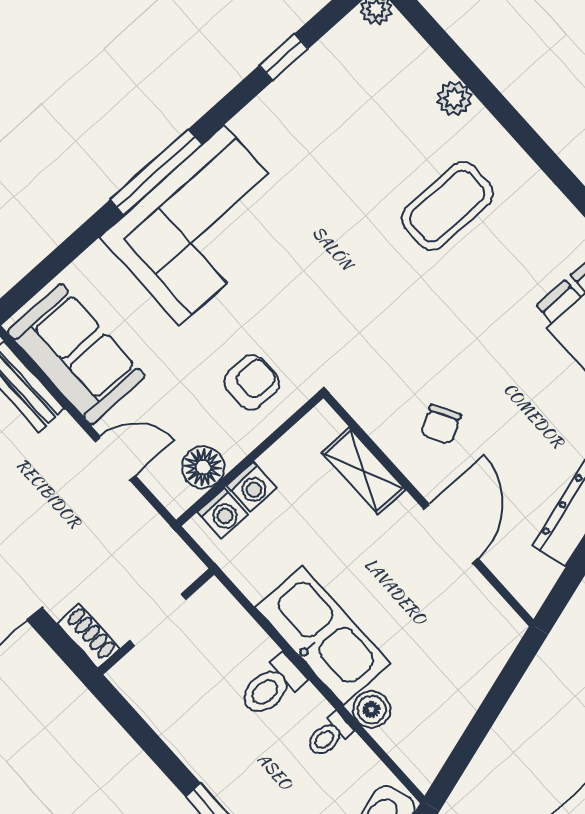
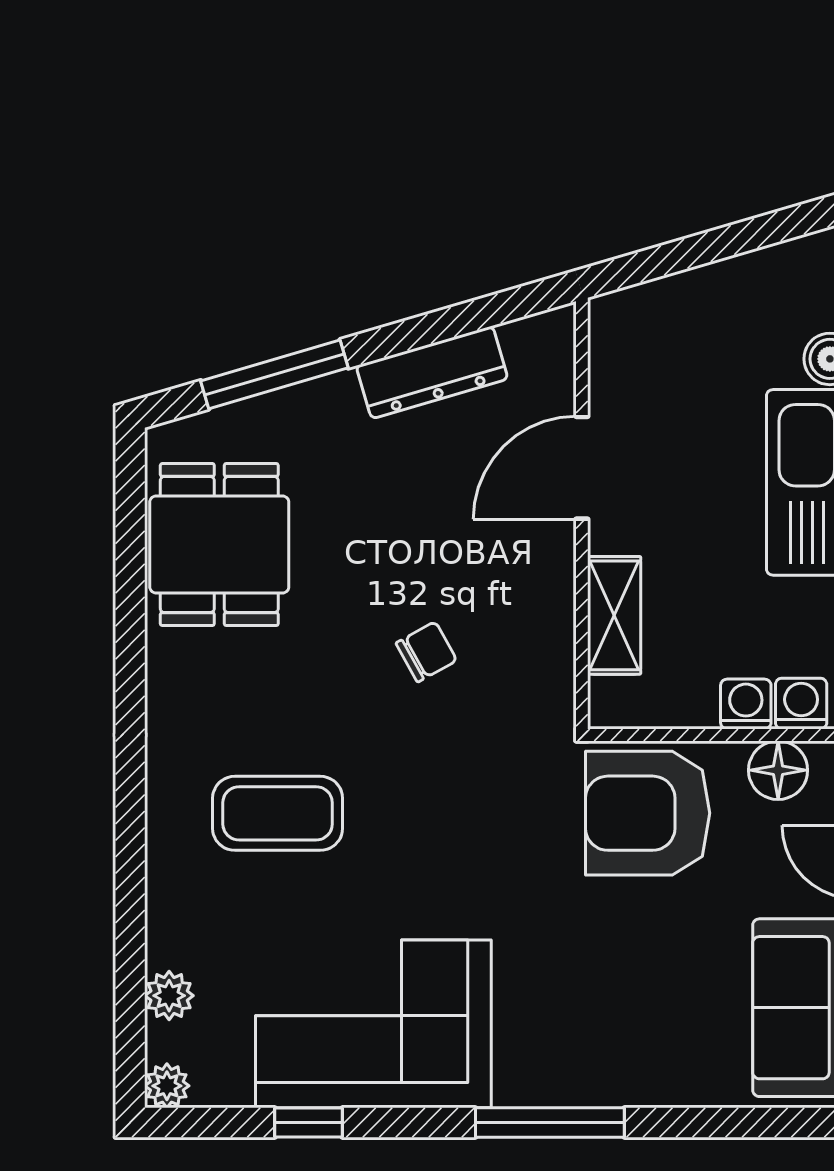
plant: (454, 99) -> (169, 996), moved
corner sofa: (202, 225) -> (373, 1024), moved
armchair: (252, 382) -> (648, 813), width x1.88, depth x1.88
chair: (441, 424) -> (426, 652), moved

